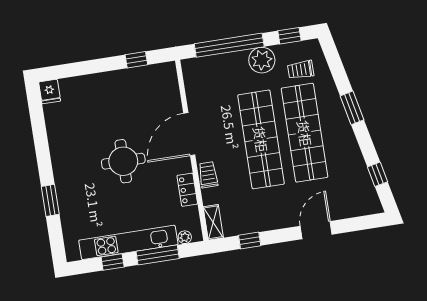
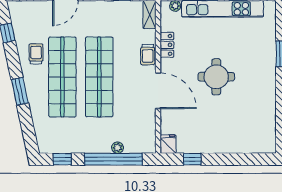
plant: (262, 60) -> (118, 148), moved, width x0.53, depth x0.53
trolley: (301, 70) -> (36, 54), moved, turned -90
fridge: (50, 92) -> (168, 144), moved
door: (189, 134) -> (158, 91), hinge flipped

